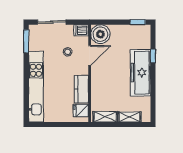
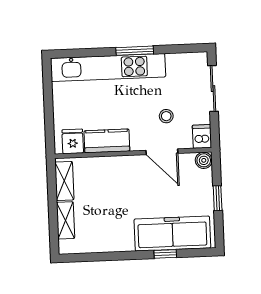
window: (138, 22) -> (218, 198), moved
boiler: (100, 34) -> (204, 160), width x0.54, depth x0.54
window: (26, 41) -> (135, 51), moved
freezer: (141, 73) -> (172, 234), moved

